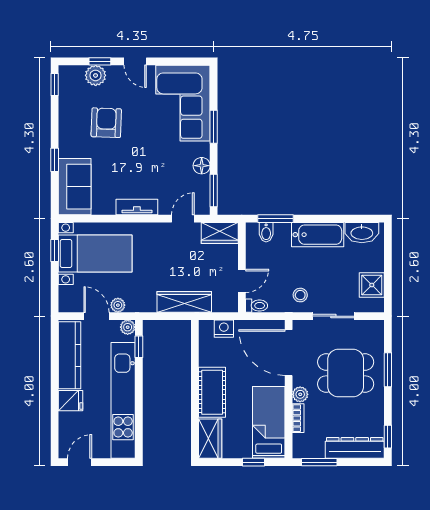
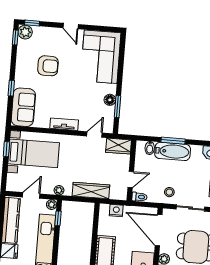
window: (100, 61) -> (32, 23), moved
plant: (96, 75) -> (25, 32), moved
armchair: (106, 123) -> (48, 66), turned 88
window: (214, 127) -> (120, 74), removed
window: (214, 190) -> (118, 106), moved
window: (275, 219) -> (173, 141), moved
bathtub: (318, 235) -> (173, 151), moved
plant: (118, 305) -> (59, 190), moved
door: (96, 316) -> (31, 195), hinge flipped

